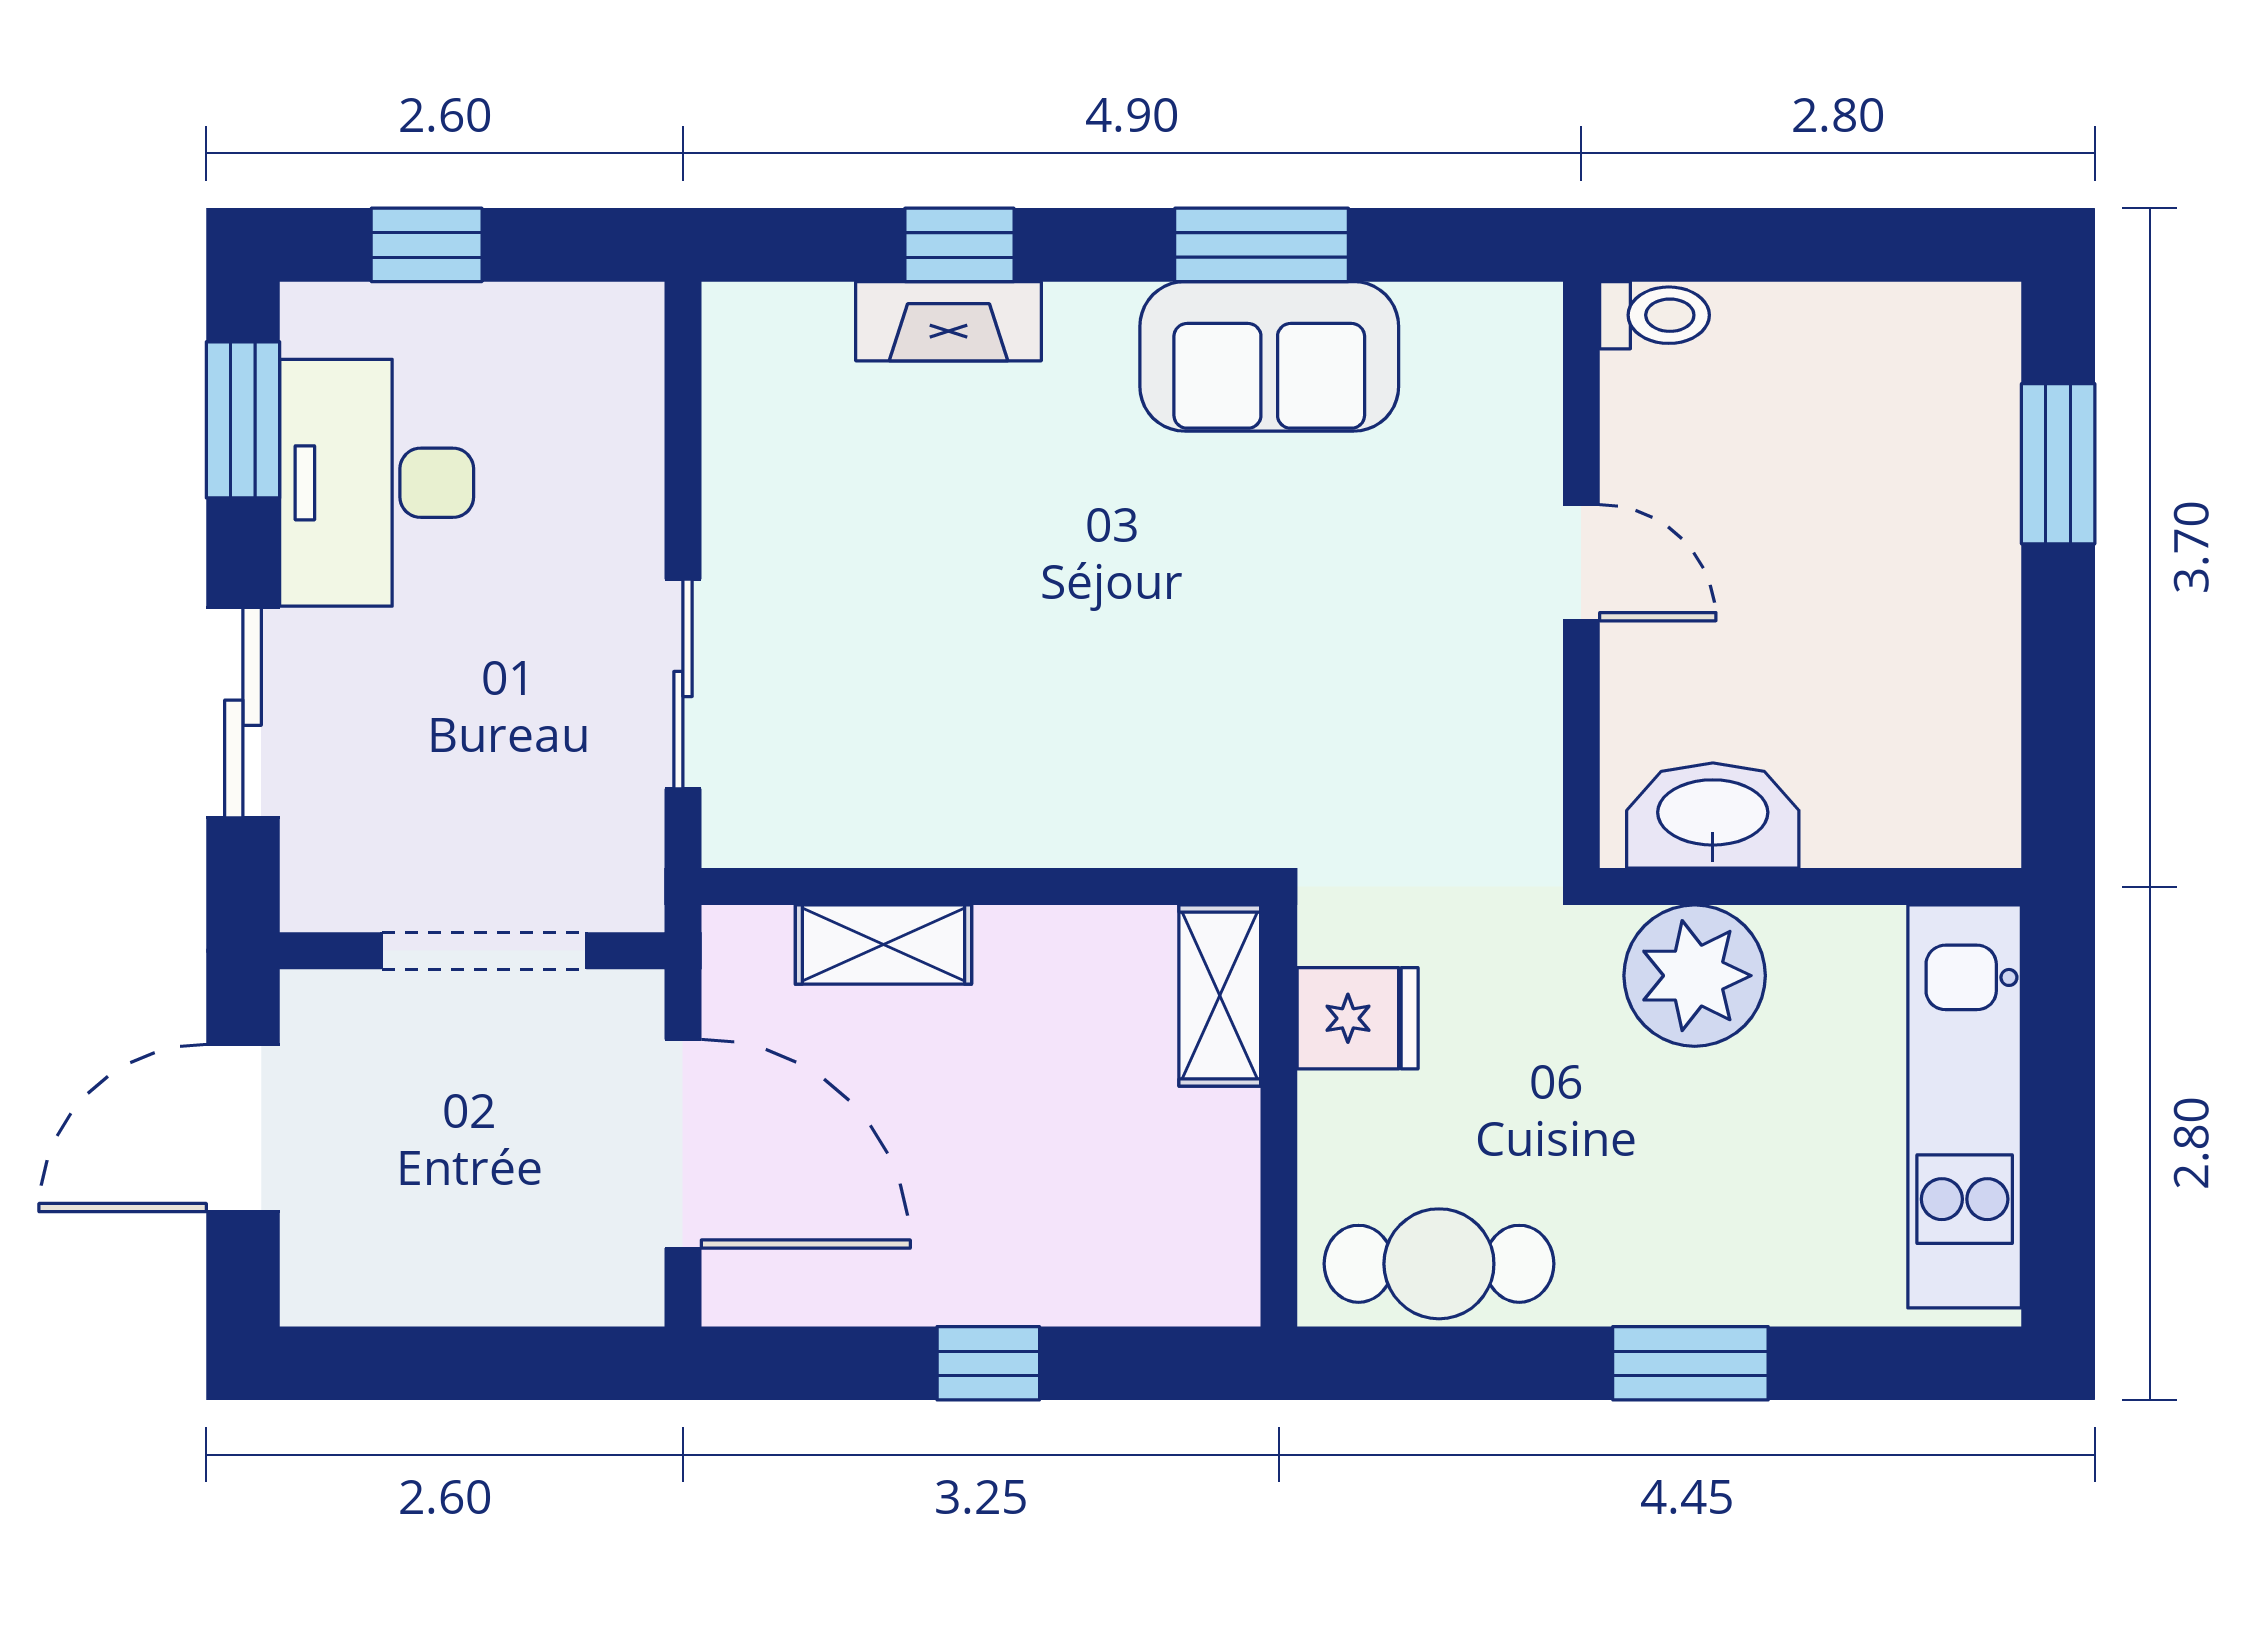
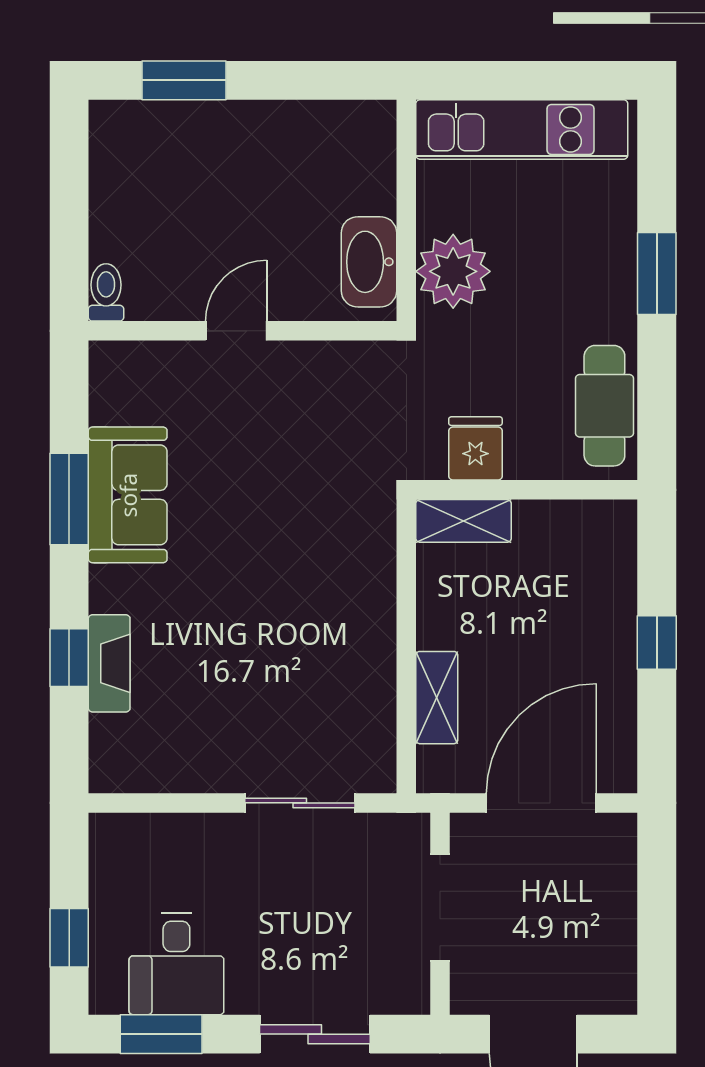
desk: (377, 483) -> (176, 964), width x0.73

